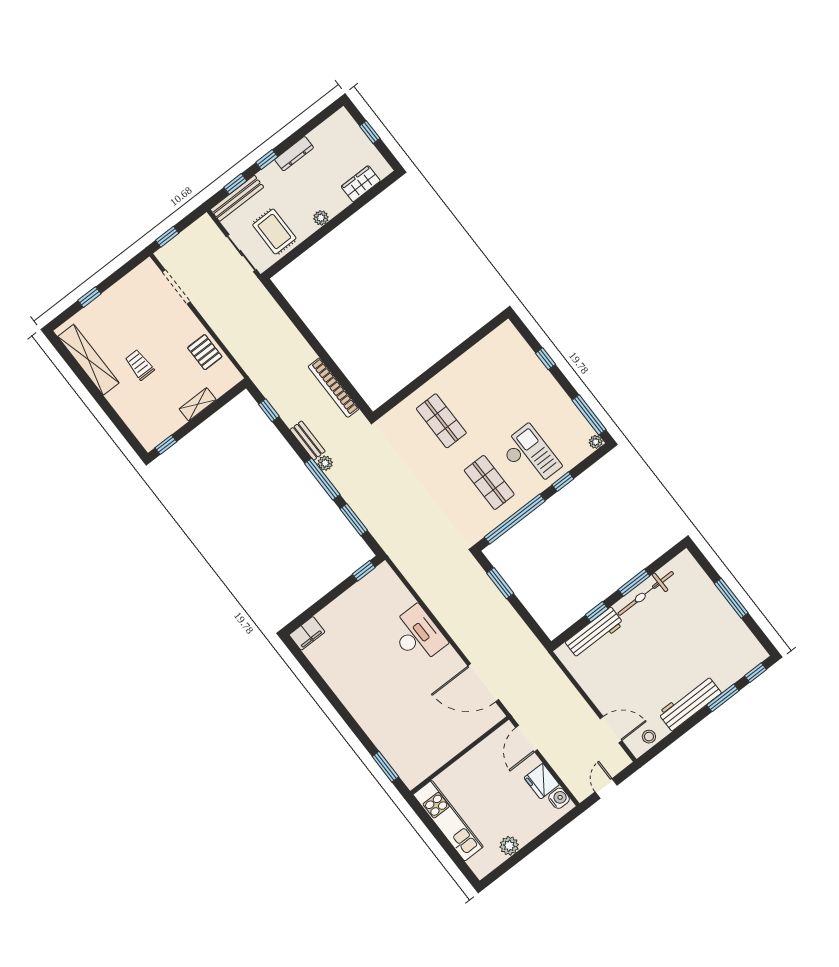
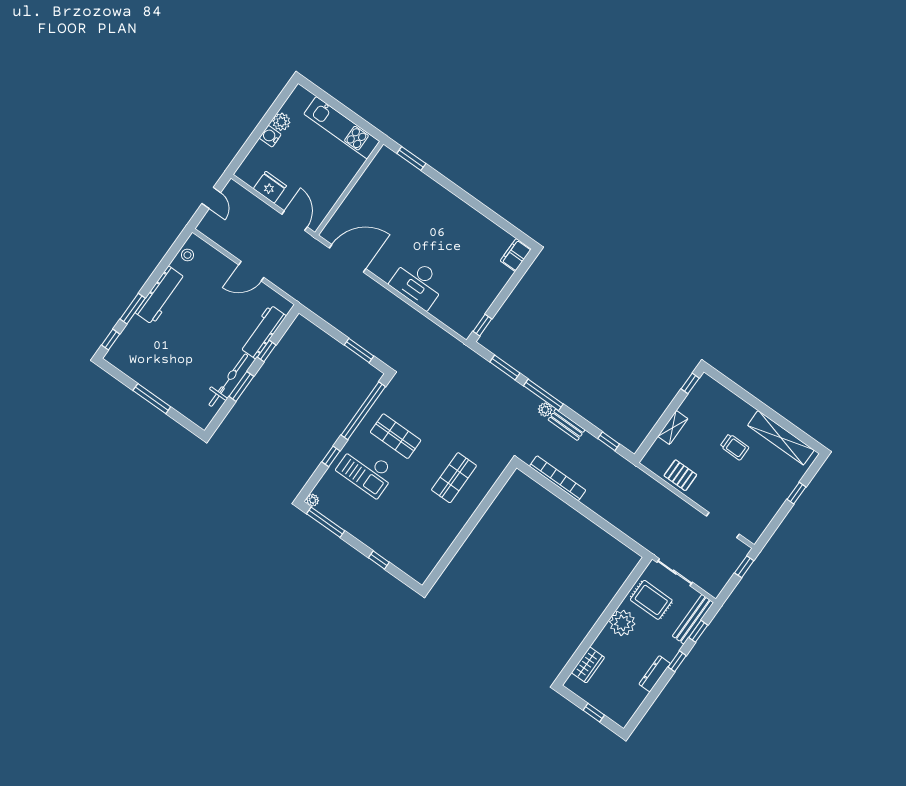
plant: (321, 218) -> (622, 623), width x1.87, depth x1.87
shop shelf: (441, 421) -> (454, 478), turned 90
door: (611, 730) -> (251, 271), moved
water cooler: (559, 798) -> (270, 136), moved, turned 90

